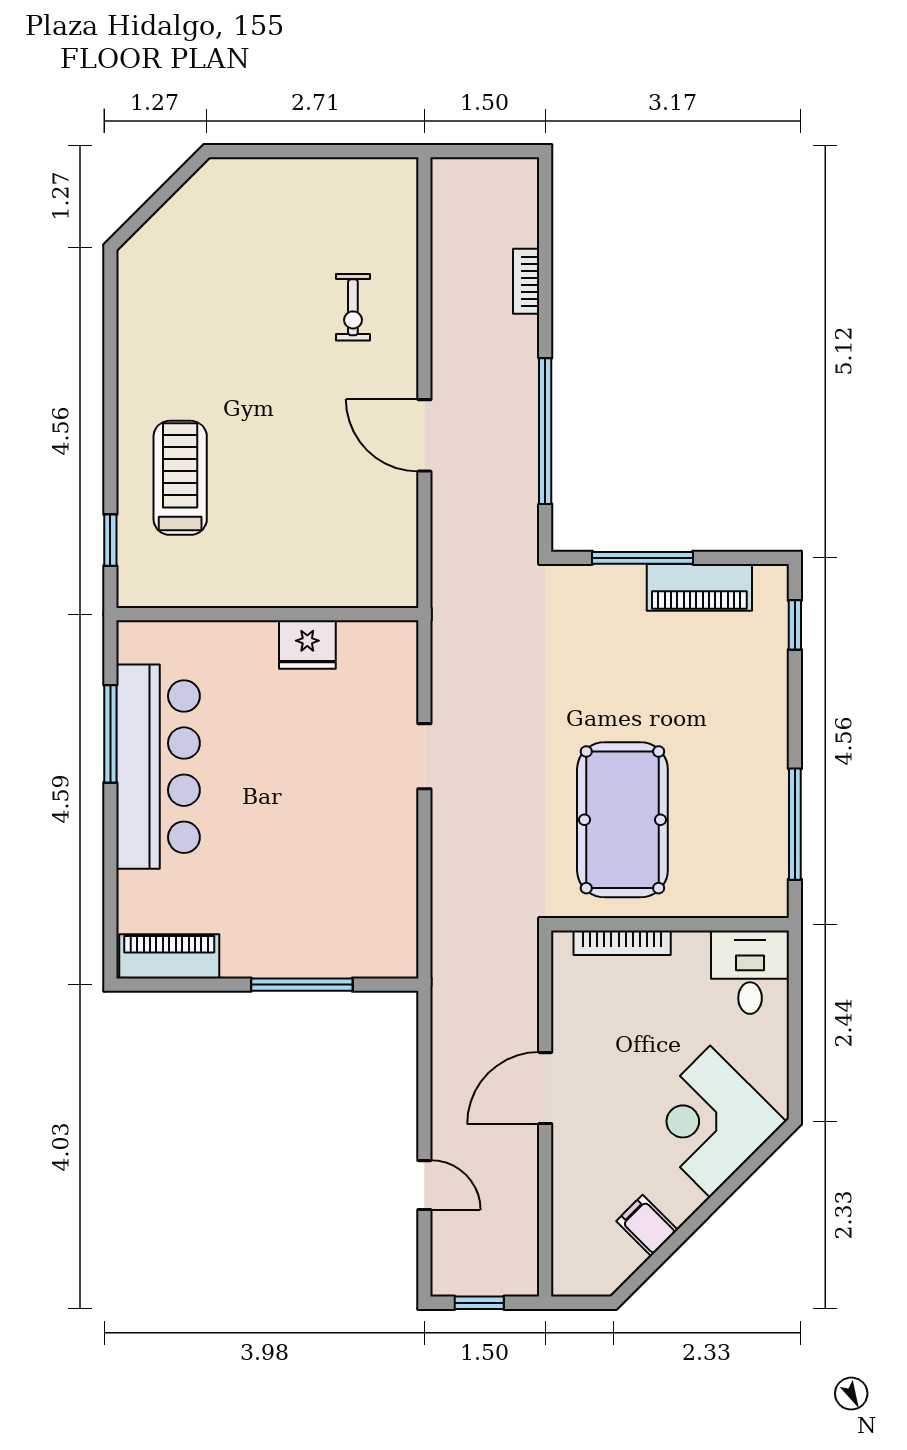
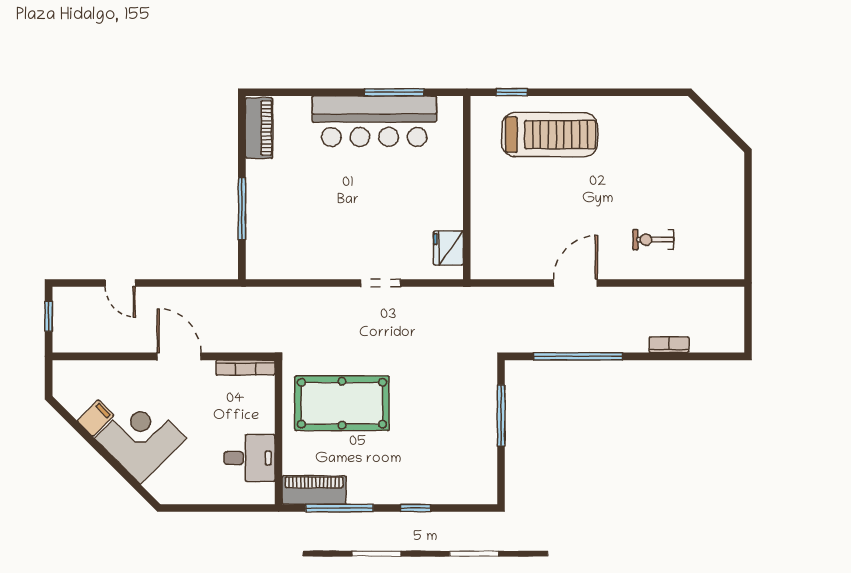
treadmill: (180, 478) -> (550, 135), width x1.37, depth x1.38
piano: (699, 587) -> (314, 490), moved, turned 90
window: (795, 625) -> (416, 508), moved
fridge: (307, 645) -> (448, 248), moved
bookcase: (622, 943) -> (245, 368), moved, turned -90
desk: (750, 972) -> (249, 458), moved
corner desk: (710, 1121) -> (140, 438), moved
door: (424, 1185) -> (120, 283), hinge flipped

